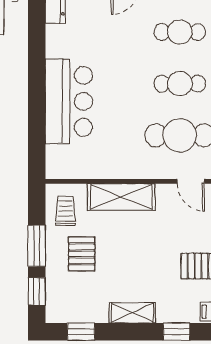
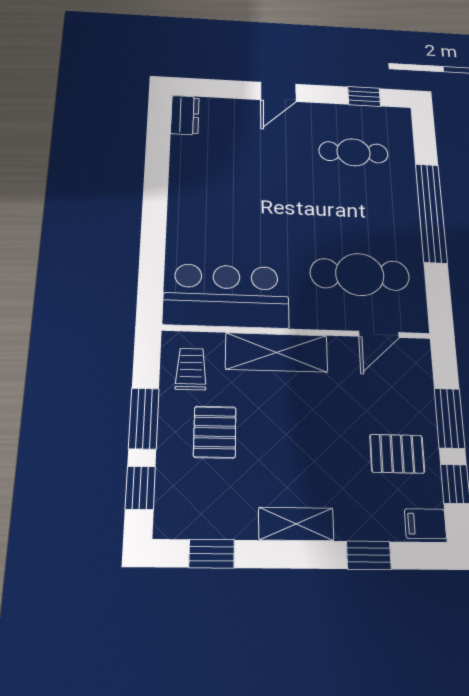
cafe table: (180, 84) -> (357, 211), removed
bar counter: (69, 101) -> (226, 296), moved, turned -90
door: (191, 181) -> (379, 334), hinge flipped

